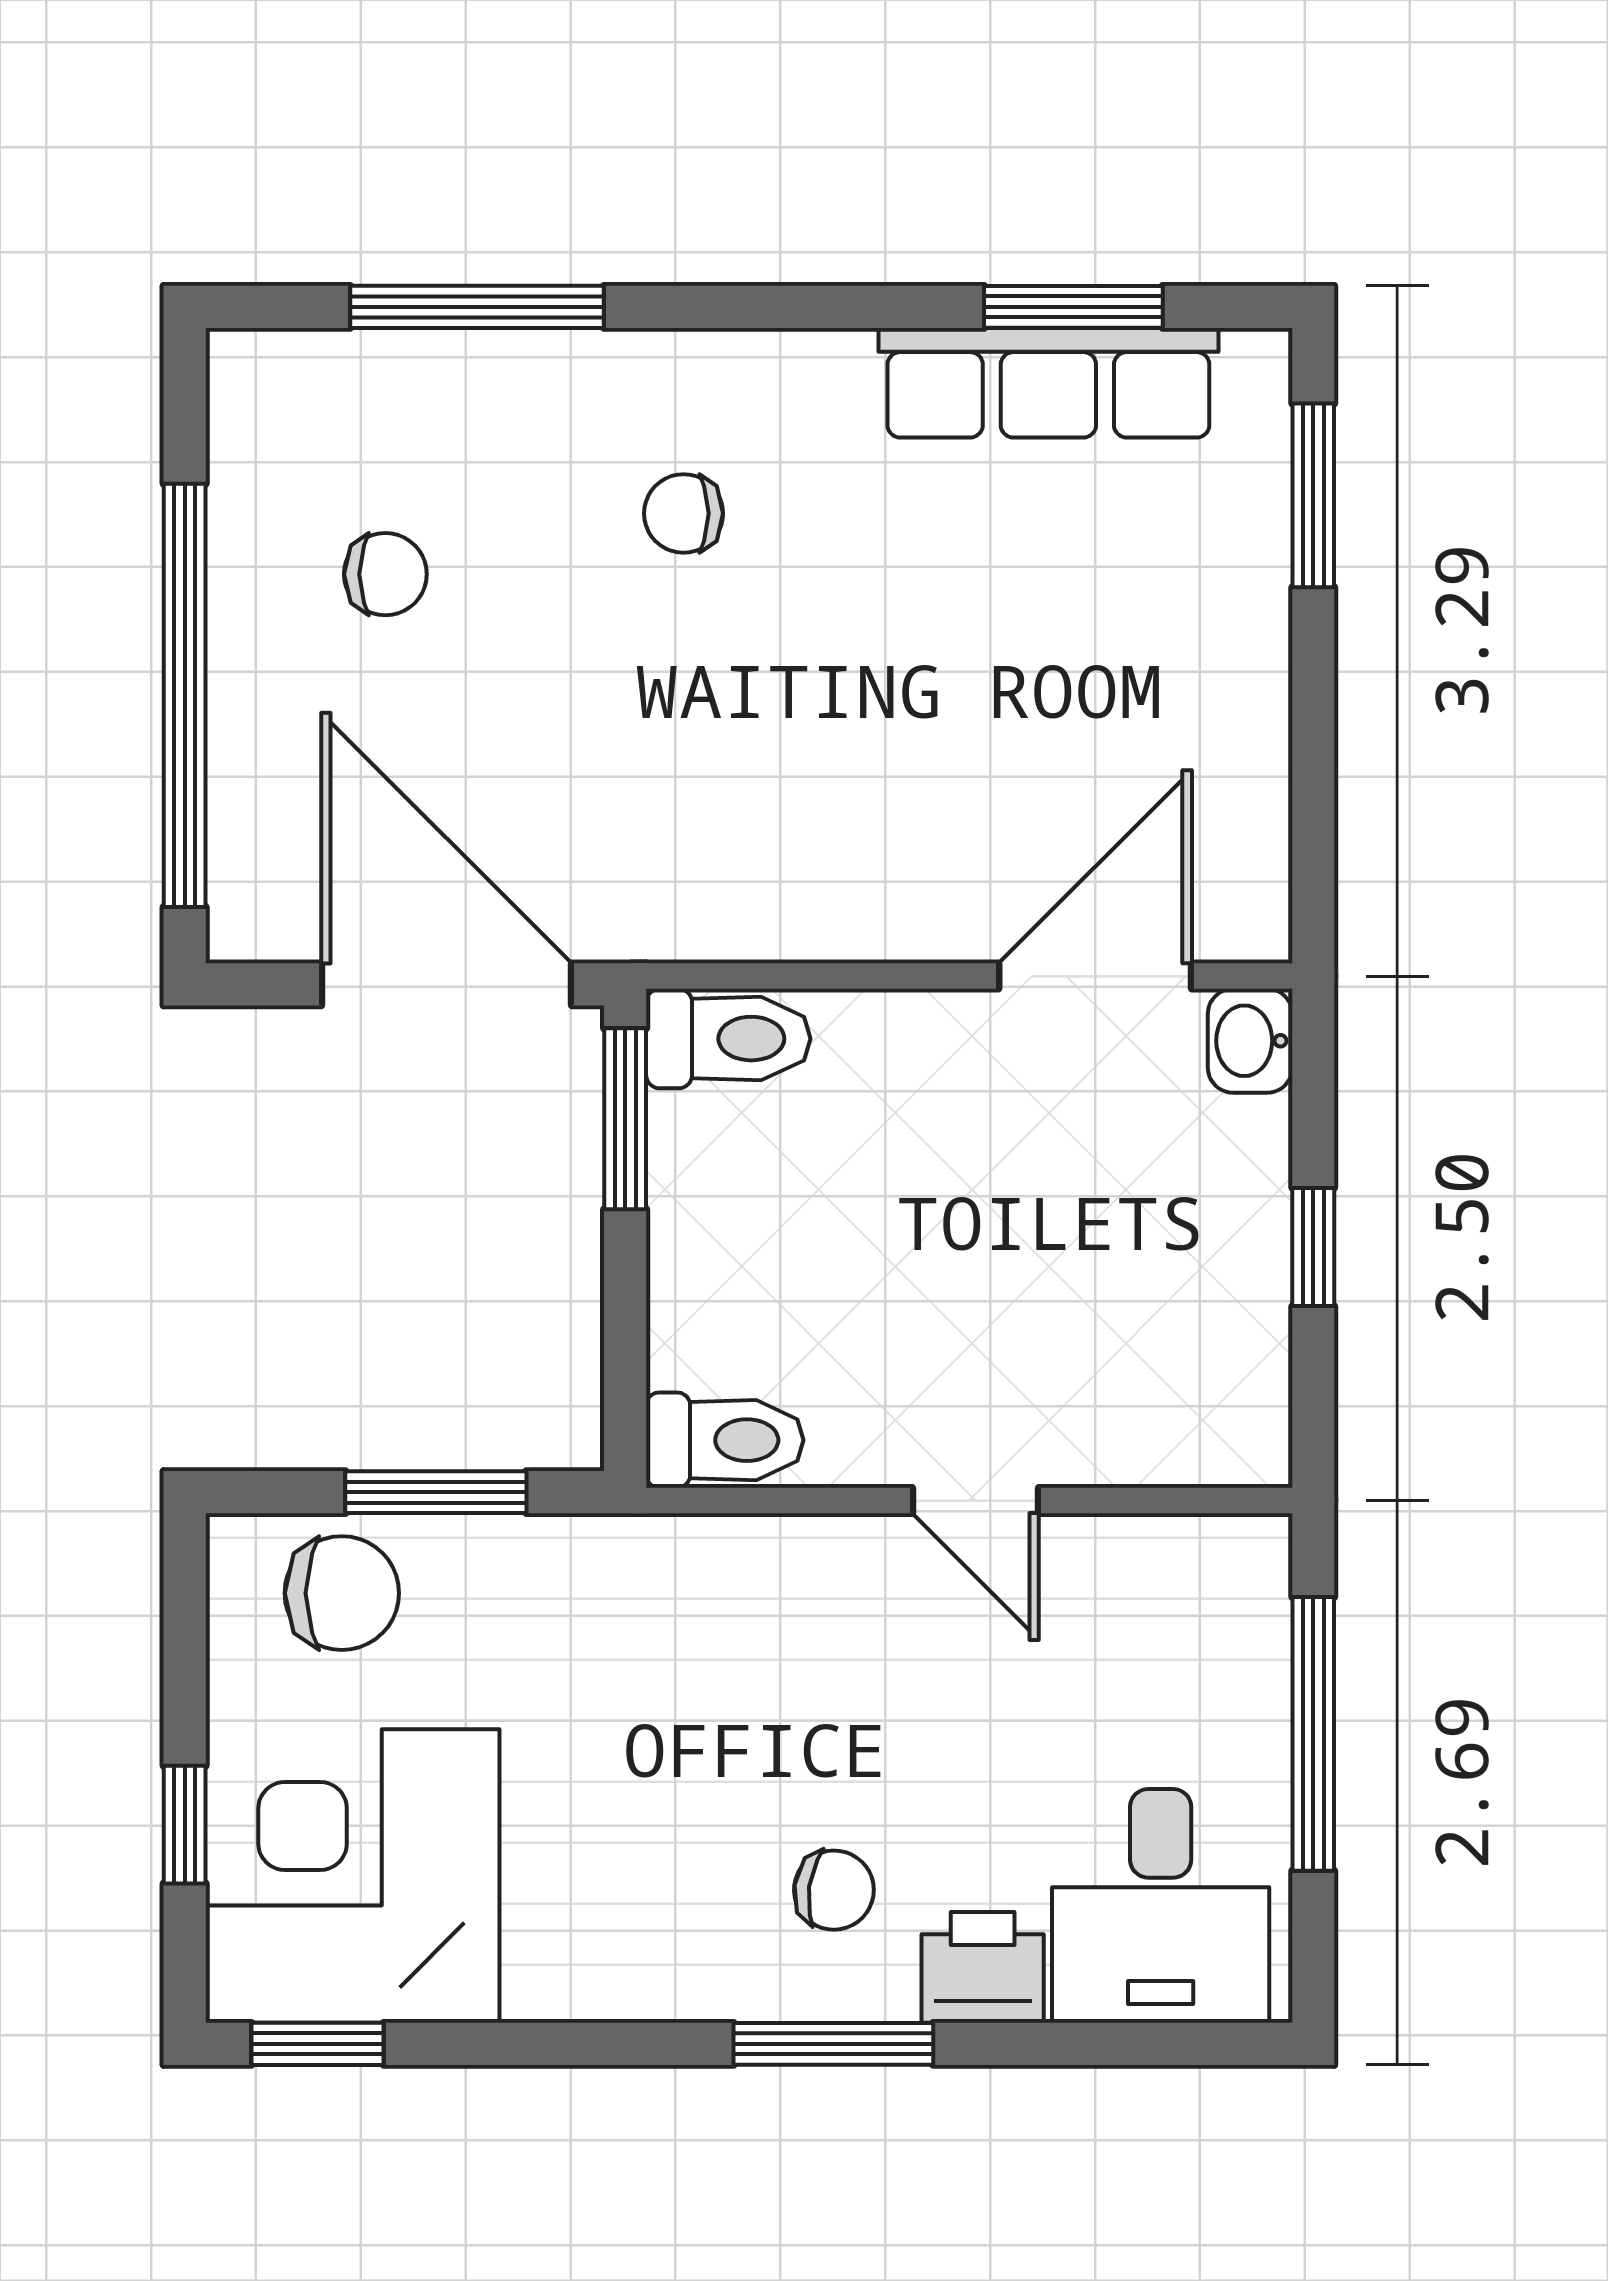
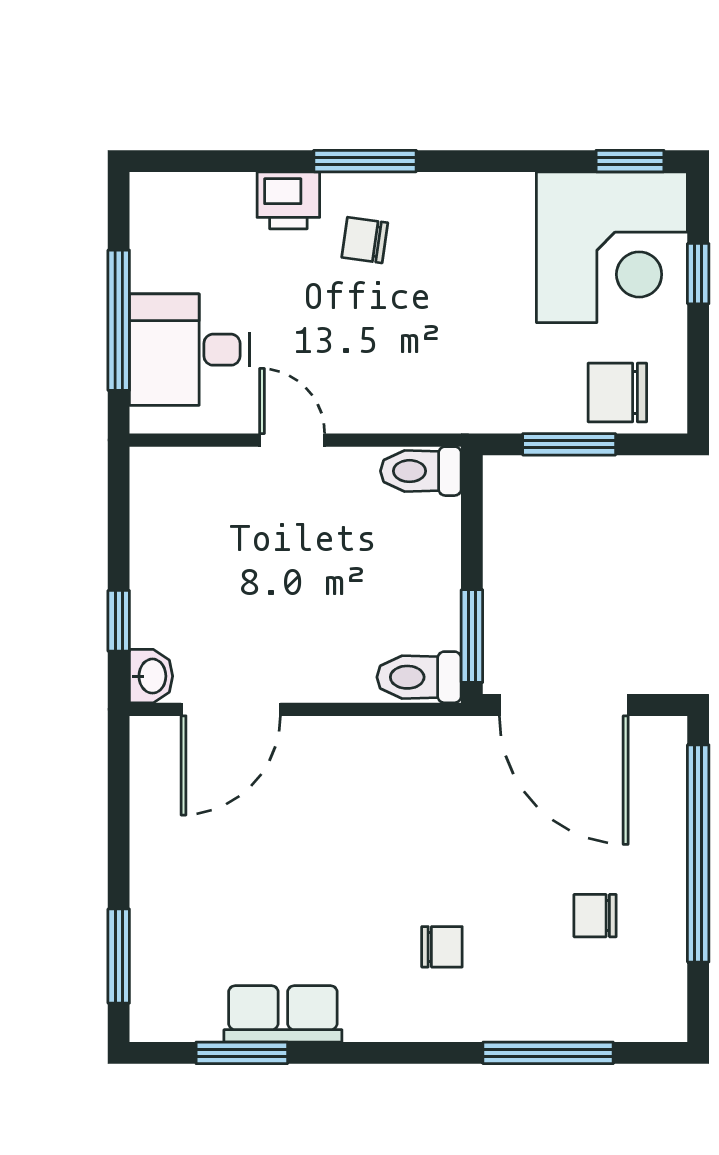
row of seats: (1048, 383) -> (283, 1014), width x0.68
window: (1313, 1247) -> (119, 621), moved
desk: (1161, 1906) -> (190, 350), moved, turned -90

